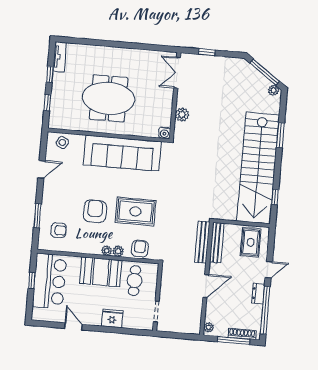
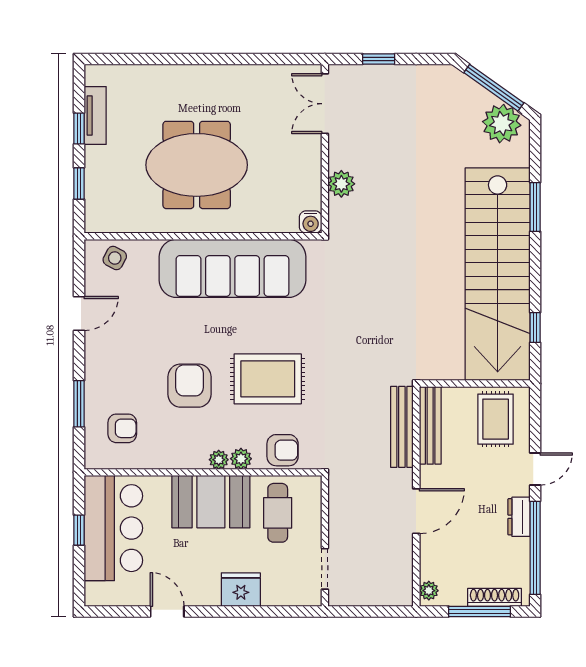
tv unit: (60, 57) -> (95, 116), moved
plant: (274, 90) -> (502, 124), width x1.88, depth x1.88
armchair: (140, 249) -> (283, 450), turned 90

